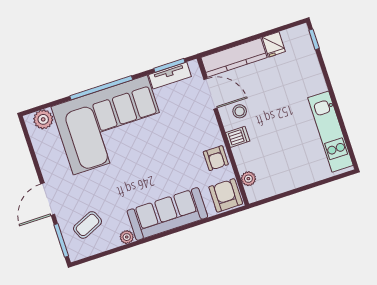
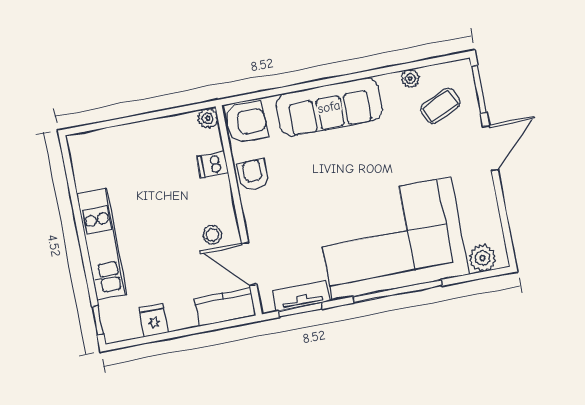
kitchen counter: (234, 57) -> (225, 307), width x0.67
kitchen unit: (330, 132) -> (102, 244), moved
dishwasher: (238, 137) -> (213, 164), moved
plant: (248, 179) -> (208, 118), moved
armchair: (226, 195) -> (246, 122), turned -90
plant: (127, 237) -> (410, 78), moved

